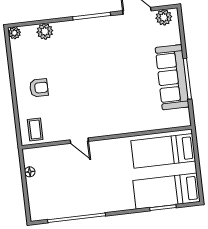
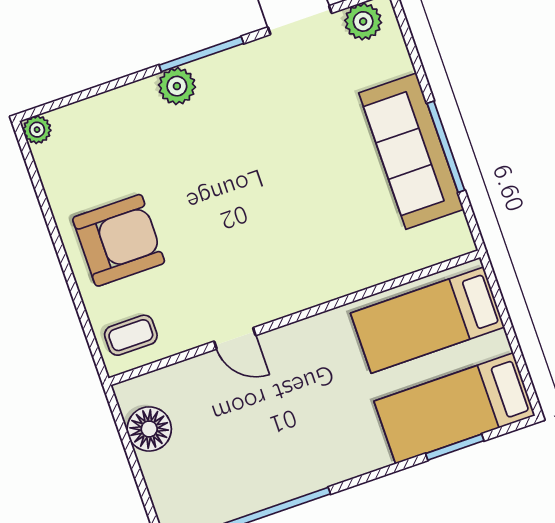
plant: (45, 31) -> (177, 86), moved
armchair: (39, 88) -> (119, 240), width x1.88, depth x1.88
coffee table: (35, 129) -> (131, 335), turned 90
floor lamp: (30, 172) -> (149, 429), width x1.89, depth x1.89

